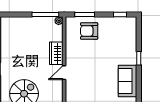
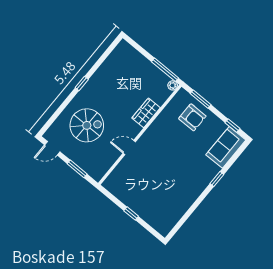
armchair: (89, 31) -> (192, 117), turned 180
door: (64, 73) -> (129, 148), moved
sofa: (127, 81) -> (226, 147), moved

